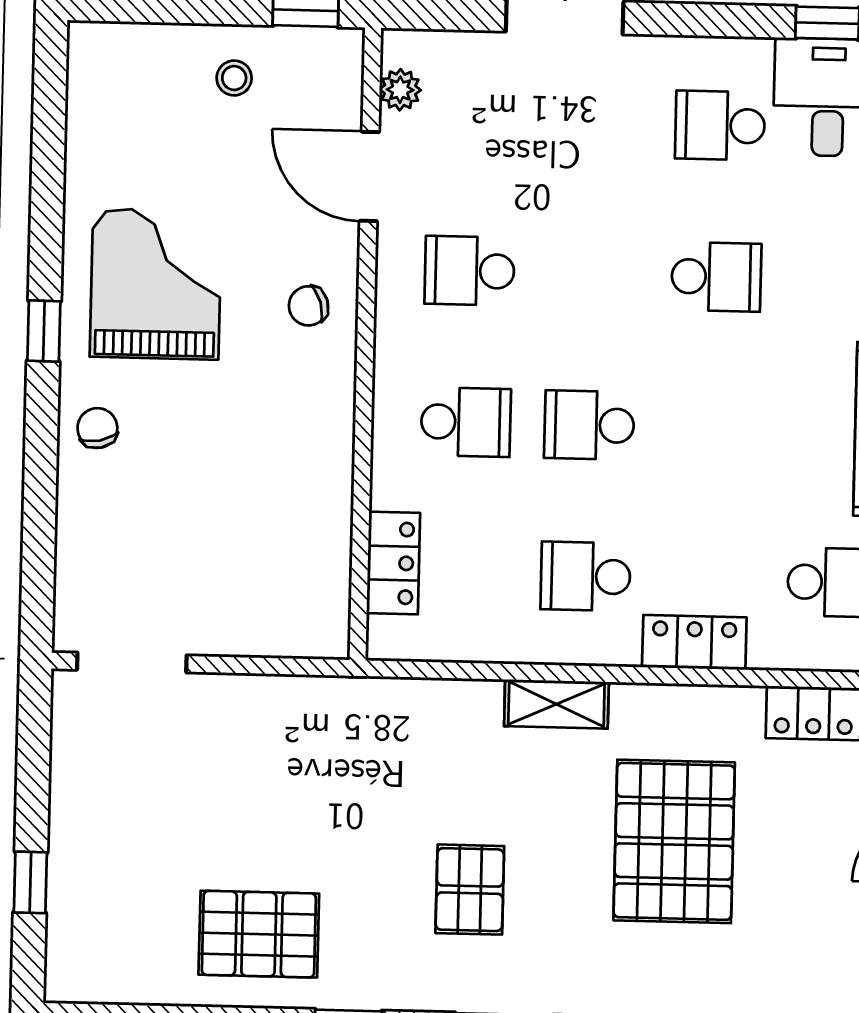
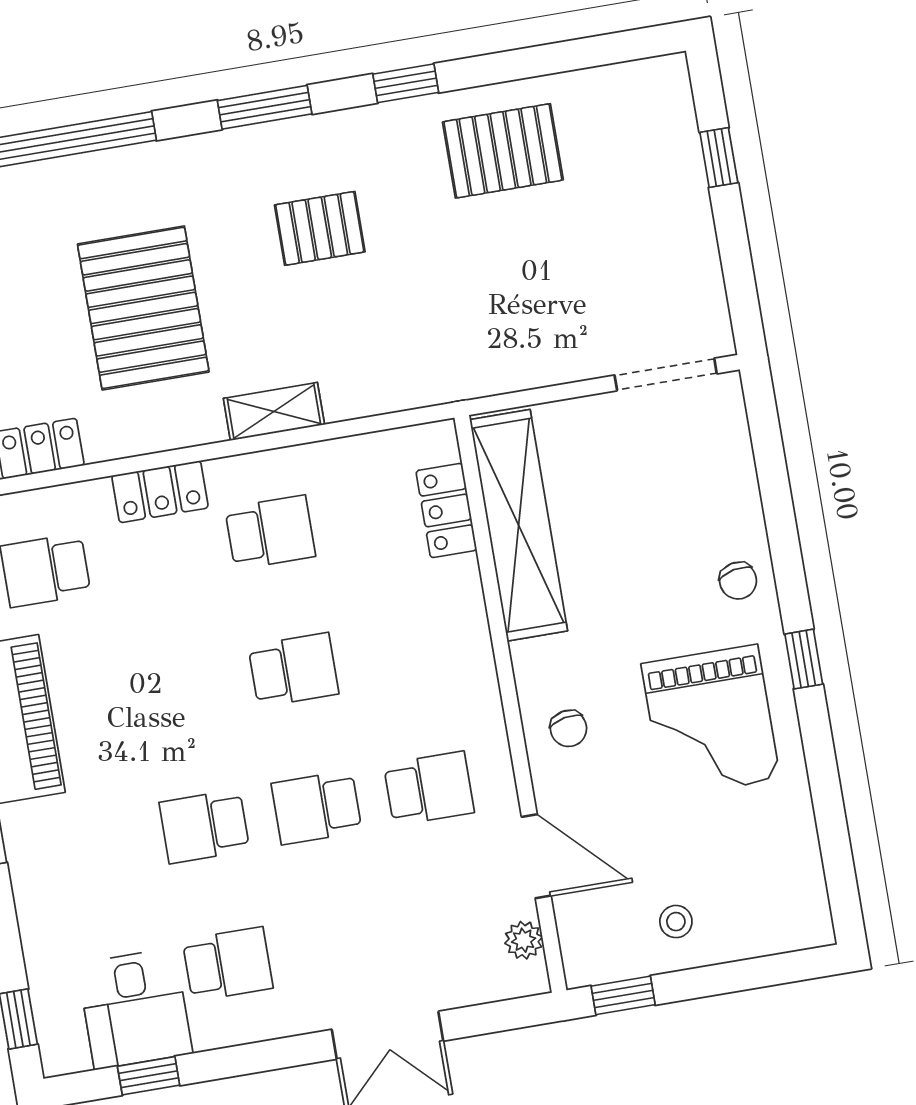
chair: (308, 306) -> (569, 728), turned 96
school desk: (466, 422) -> (317, 807), moved
shelving: (320, 532) -> (519, 525), added
pallet: (470, 890) -> (320, 228), turned 90

